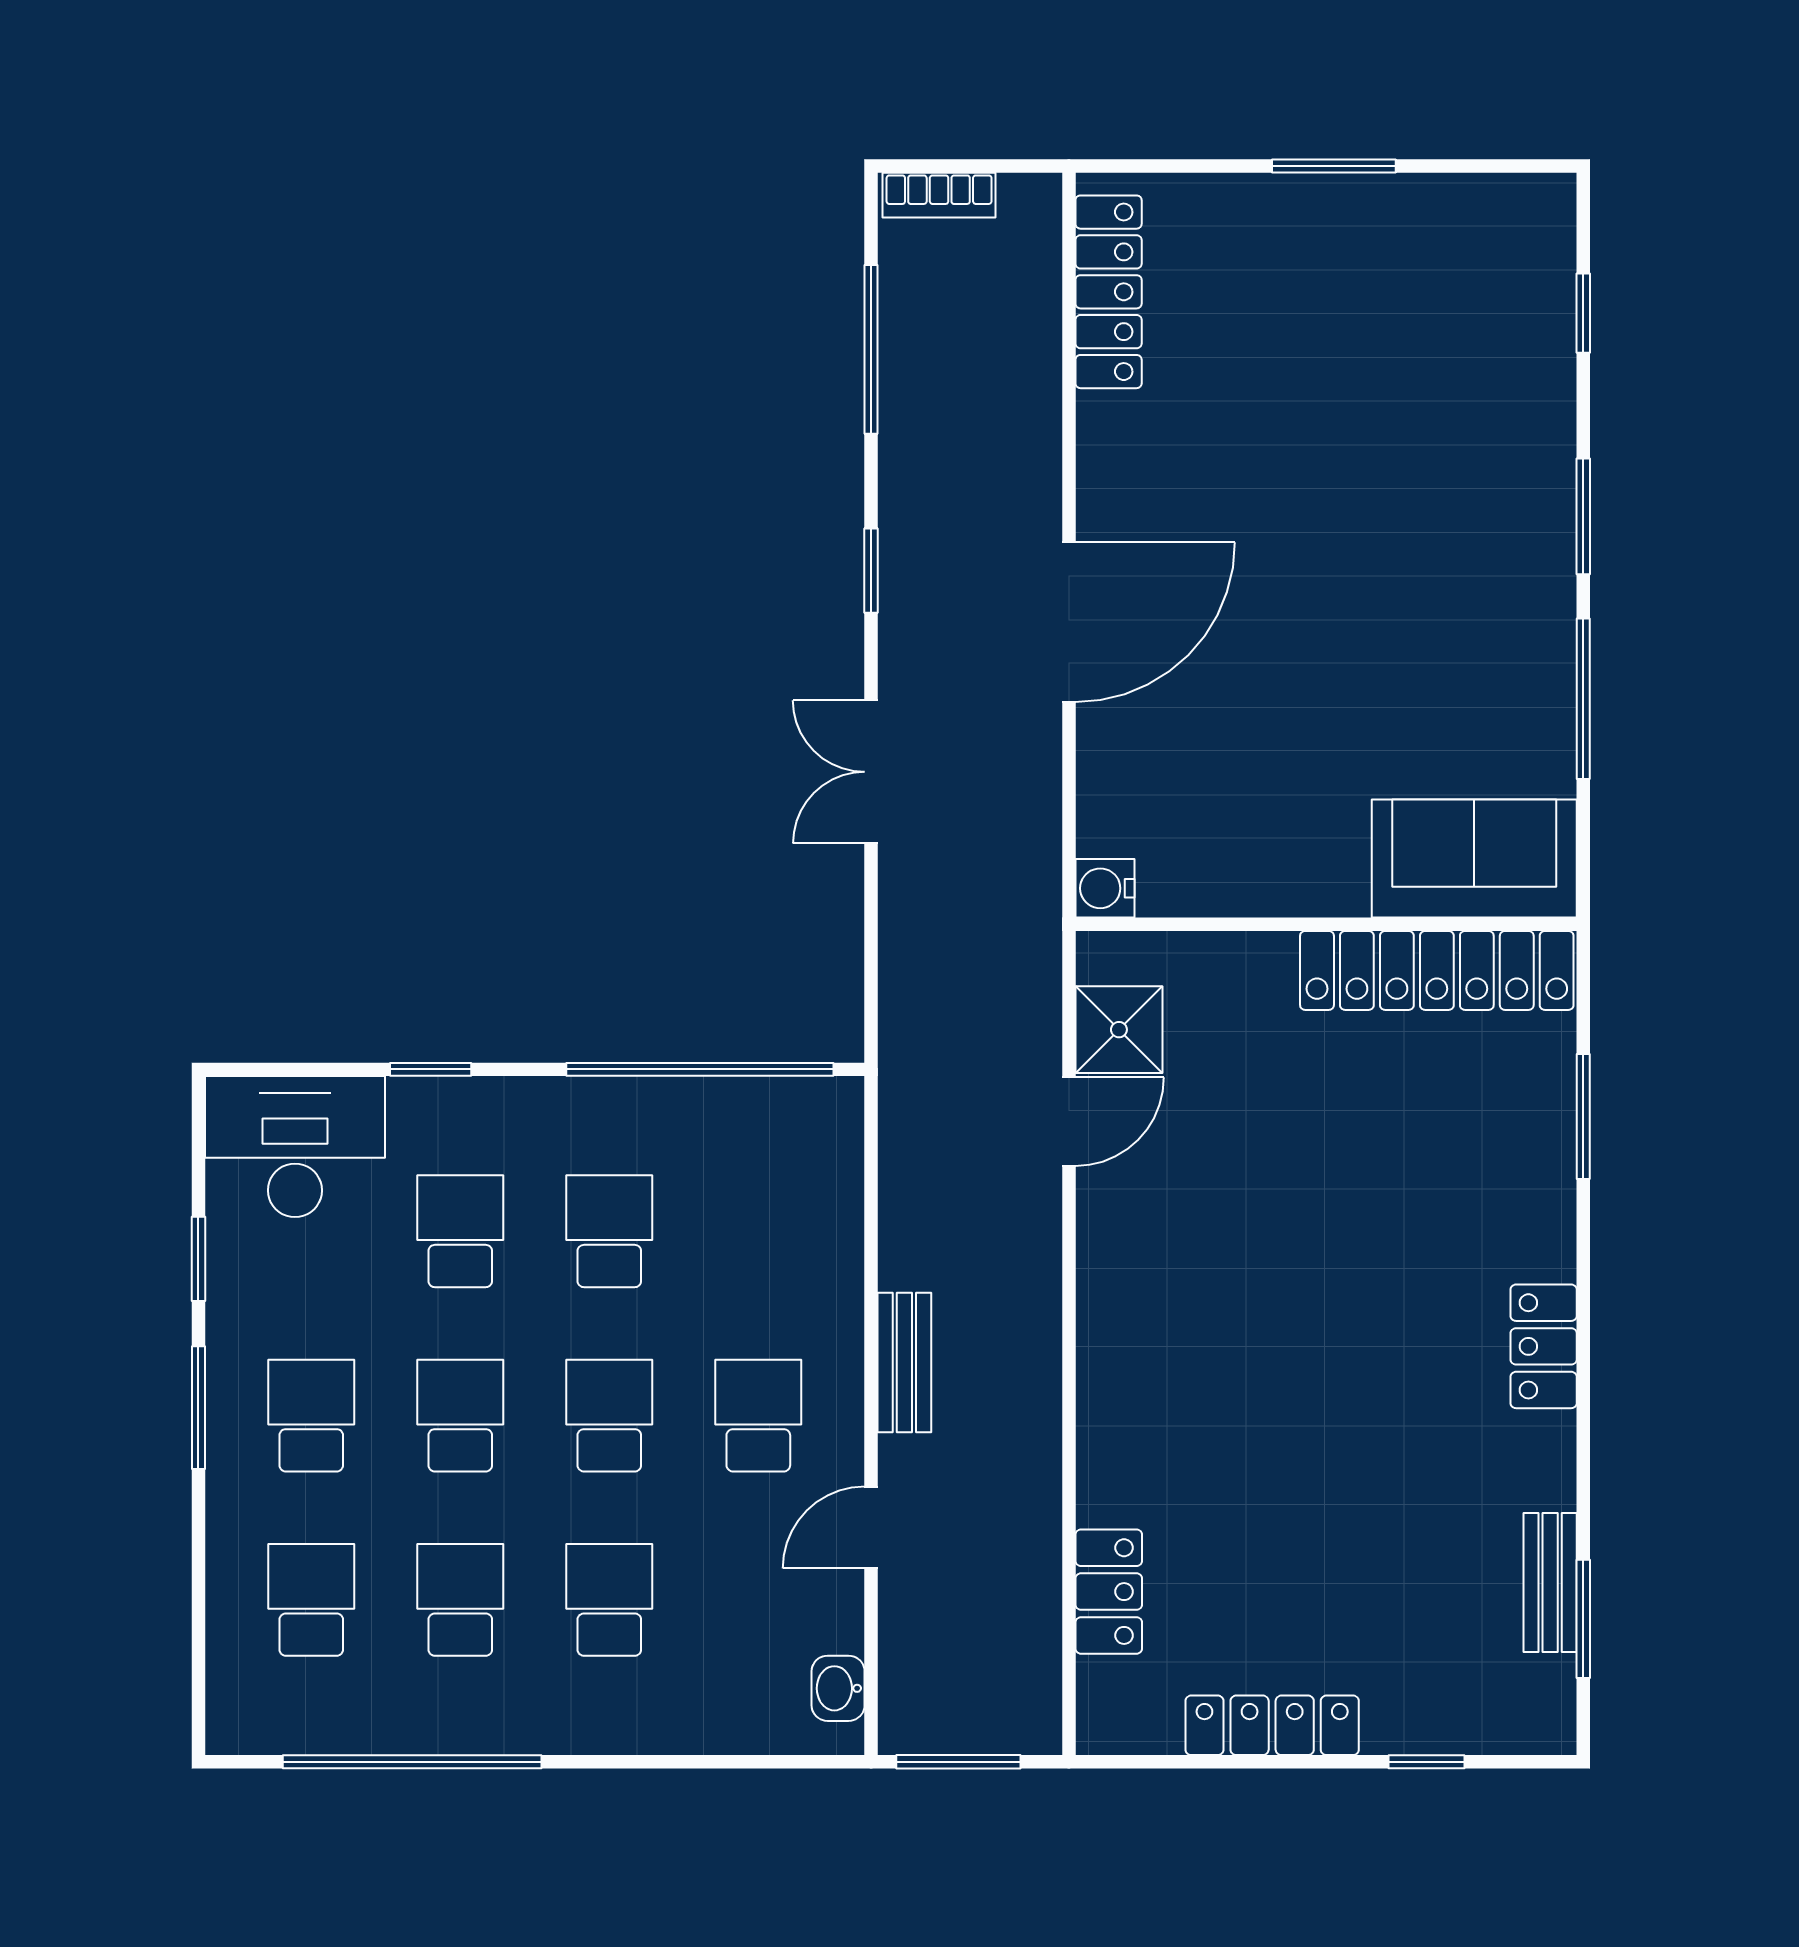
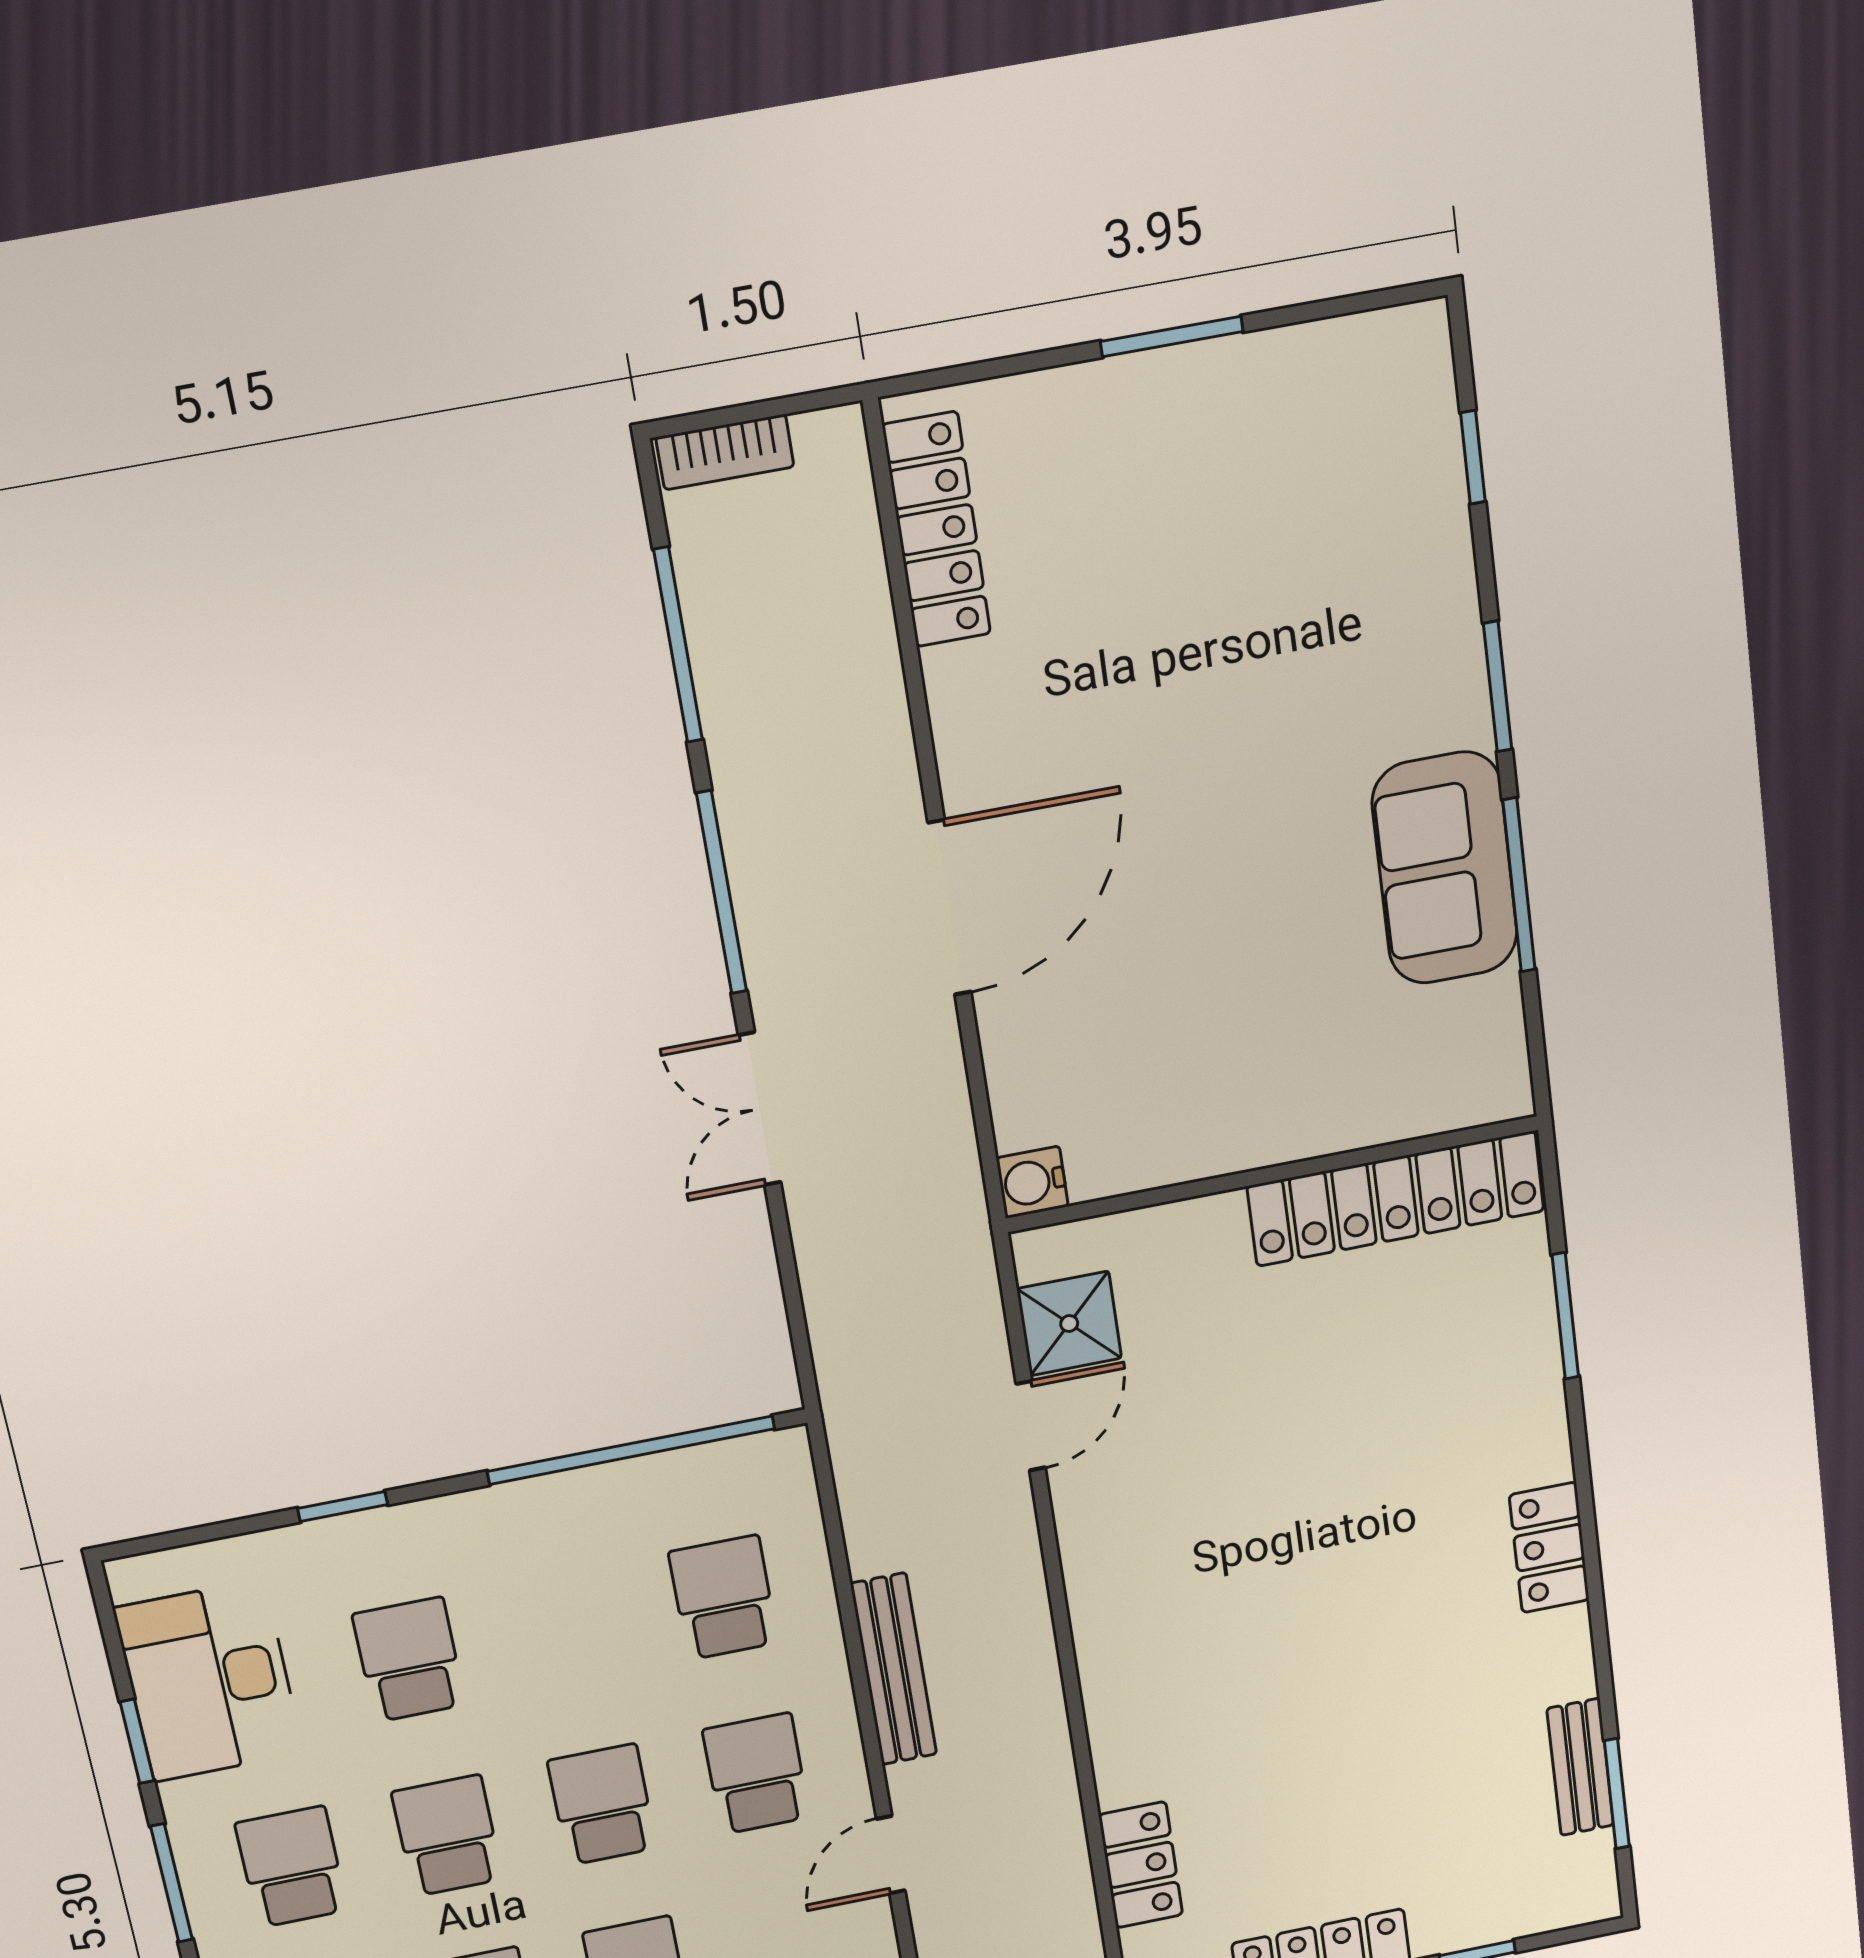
window: (871, 571) -> (722, 893), width x2.17
sofa: (1474, 858) -> (1445, 868), moved, turned -90
desk: (295, 1147) -> (209, 1681), moved, turned -90
school desk: (609, 1231) -> (723, 1598), moved
bench: (904, 1363) -> (894, 1669), width x1.36

